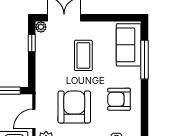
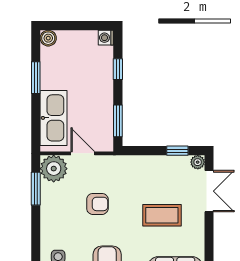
armchair: (74, 107) -> (97, 204), width x0.53, depth x0.53

